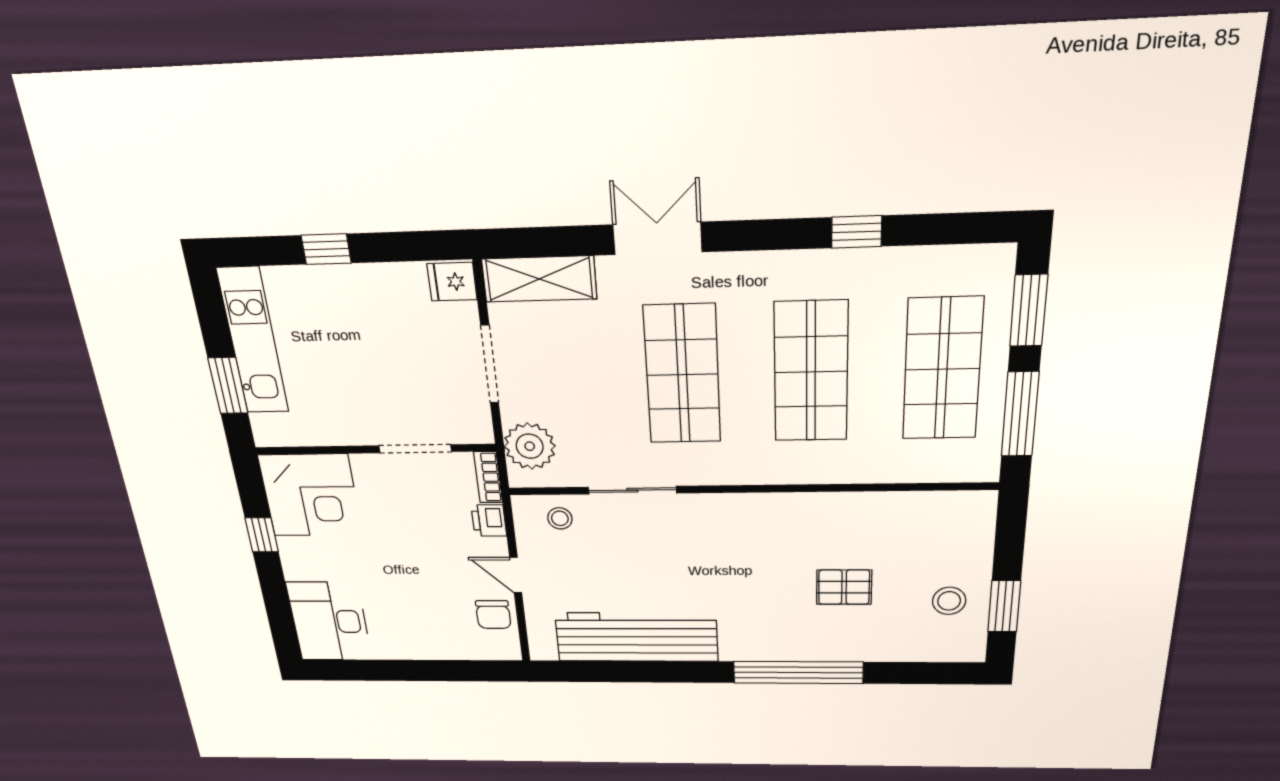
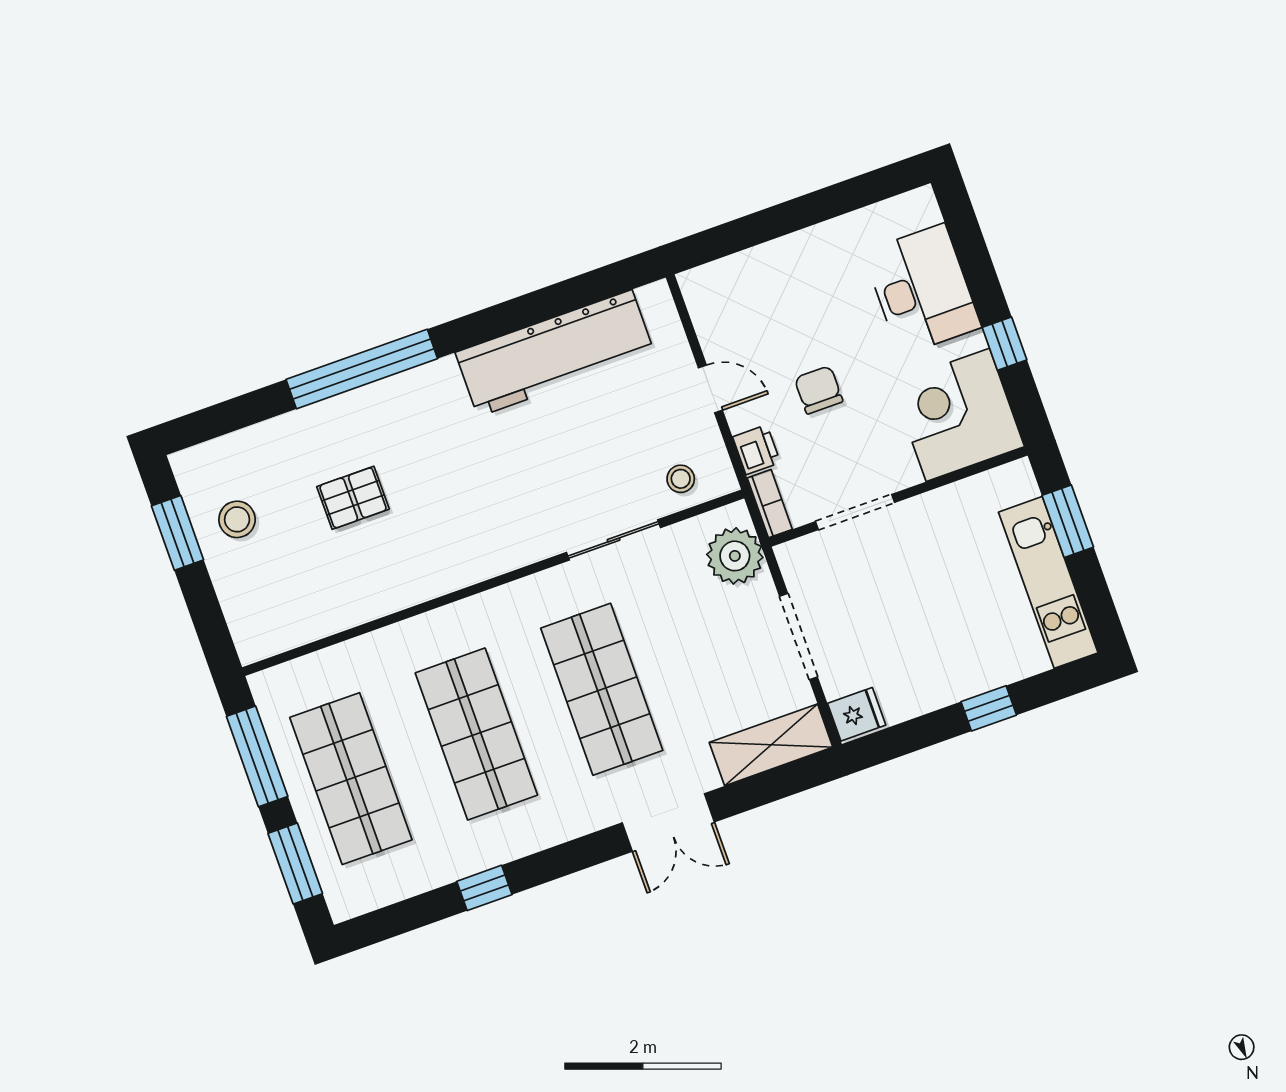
chair: (493, 615) -> (819, 390), moved
desk: (329, 621) -> (922, 290), moved

